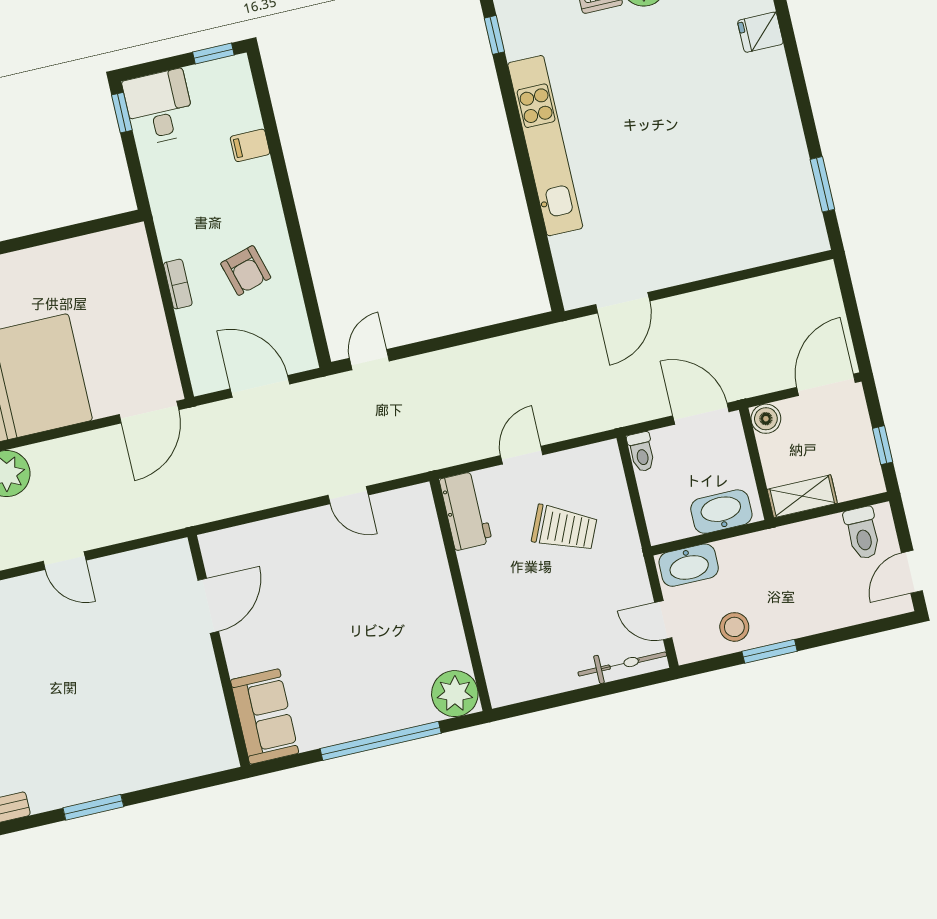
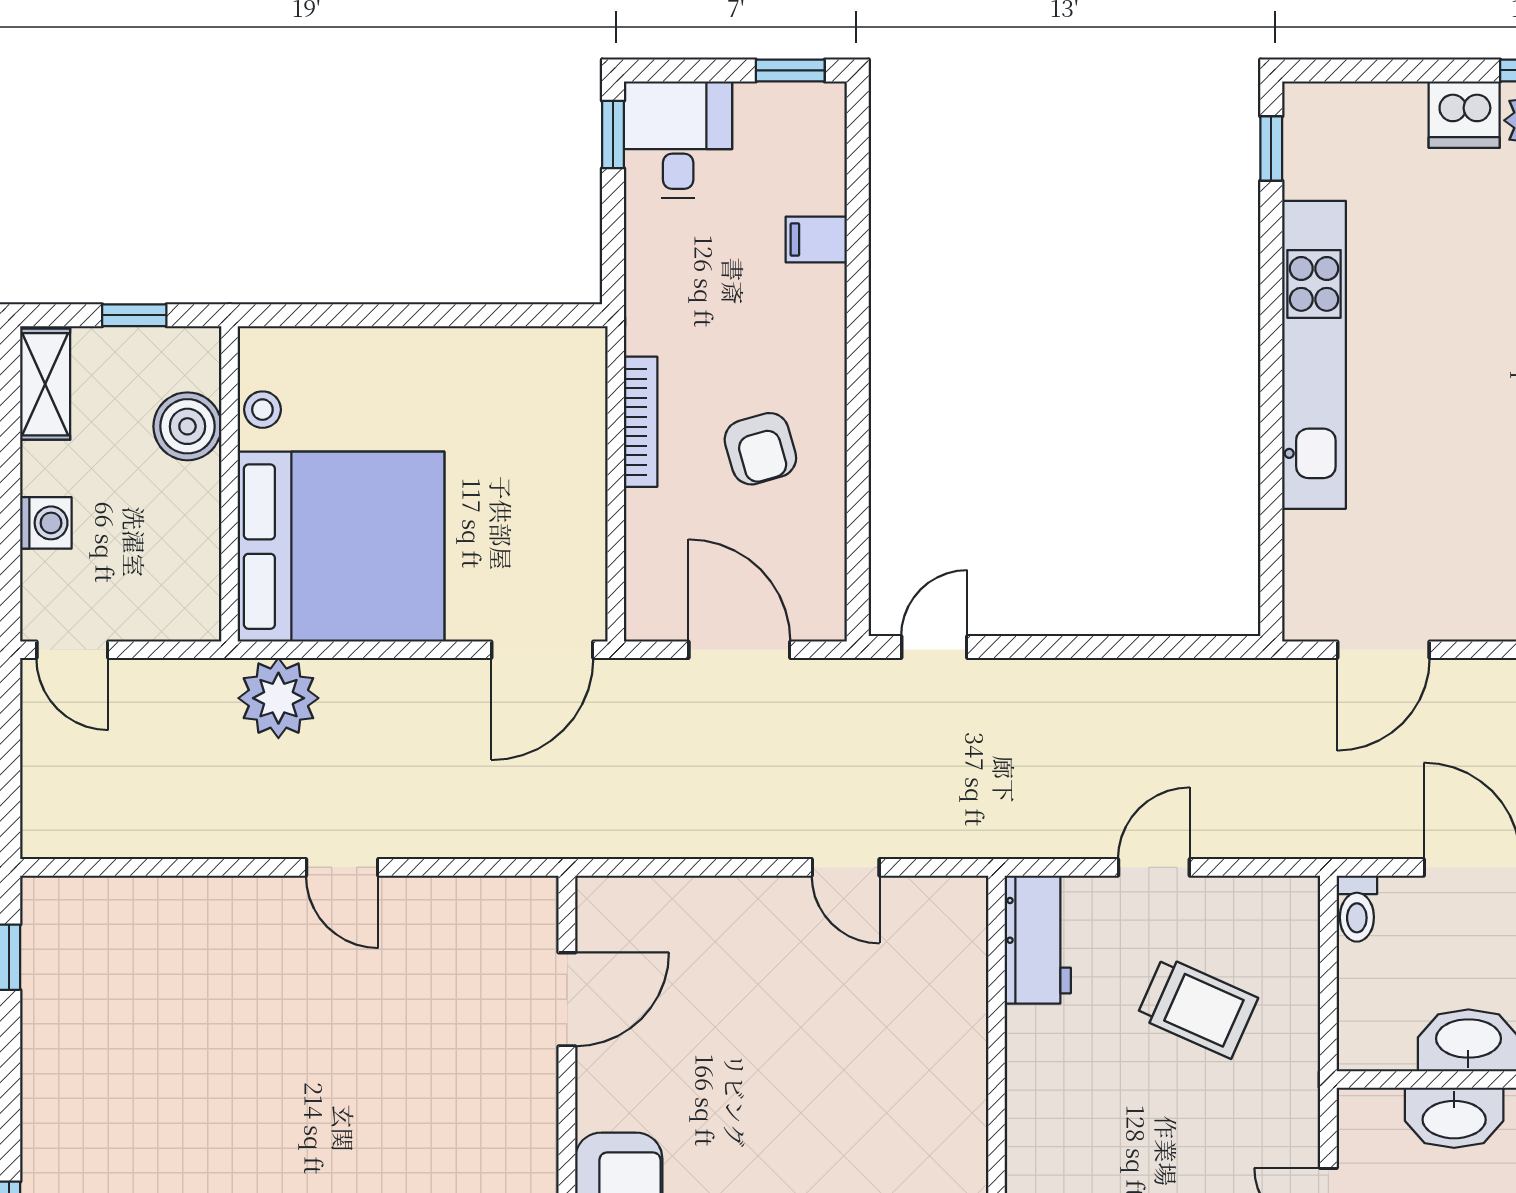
bookcase: (178, 284) -> (641, 422), width x1.56
washbasin: (689, 565) -> (1454, 1118), moved

